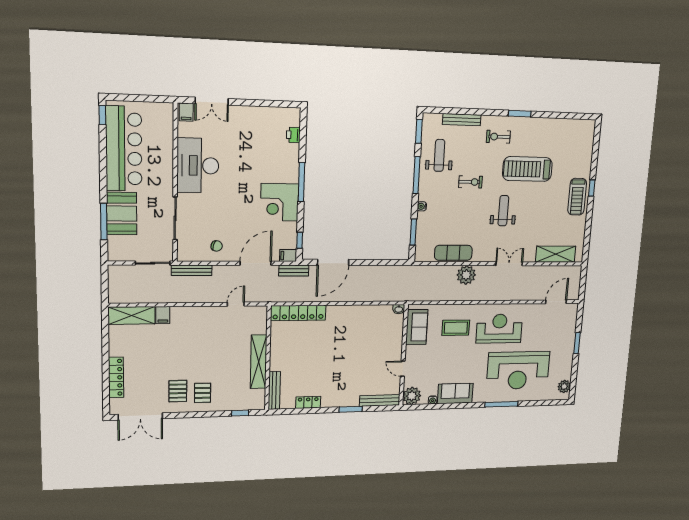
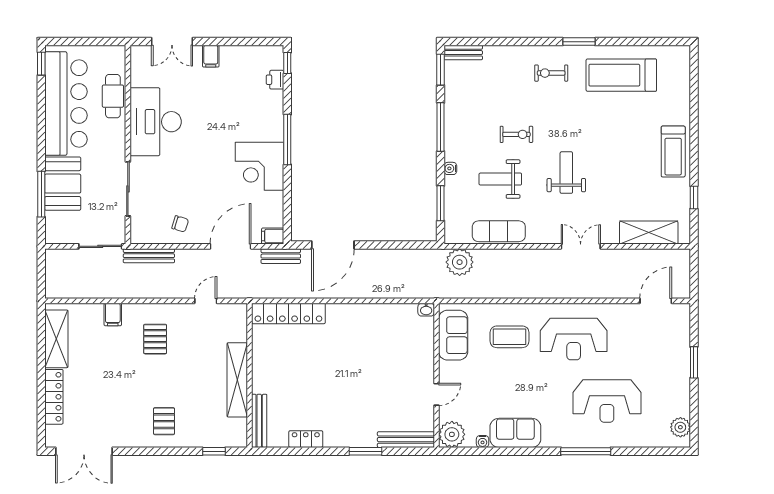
filing cabinet: (186, 112) -> (211, 56), moved
bench: (462, 120) -> (463, 53), moved, width x0.73
cafe table: (163, 144) -> (113, 96), added
weight bench: (439, 155) -> (500, 179), moved, turned -90
treadmill: (527, 169) -> (621, 75), moved
window: (592, 188) -> (694, 197), moved
window: (300, 240) -> (287, 63), moved
plant: (466, 275) -> (460, 262), moved
shelving: (132, 315) -> (56, 339), moved, turned 90
reception desk: (499, 329) -> (574, 339), turned 180
door: (403, 369) -> (437, 394), swing flipped
reception desk: (518, 370) -> (607, 401), width x0.74, depth x0.77
pallet: (178, 391) -> (155, 339), moved

